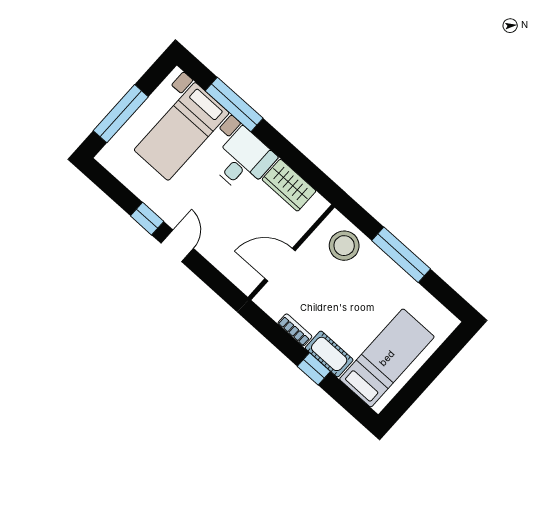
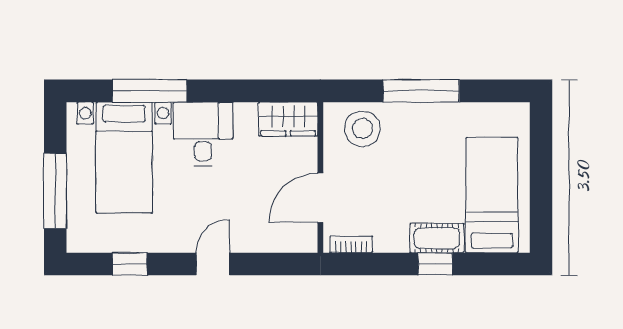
wardrobe: (289, 185) -> (288, 119), moved
window: (147, 219) -> (130, 264), moved
door: (177, 246) -> (213, 264), hinge flipped
bookcase: (295, 330) -> (351, 244), moved

